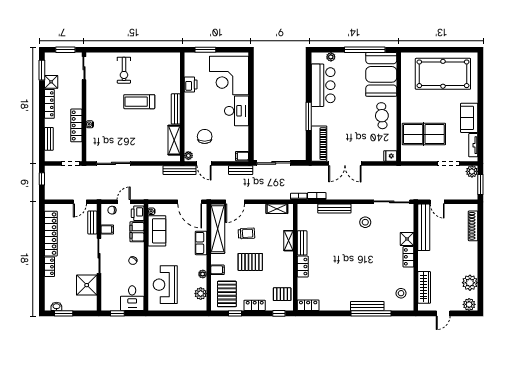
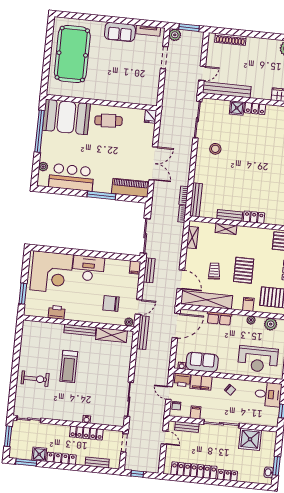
table tennis table: (424, 134) -> (132, 80), removed
bench: (334, 209) -> (196, 200), moved

